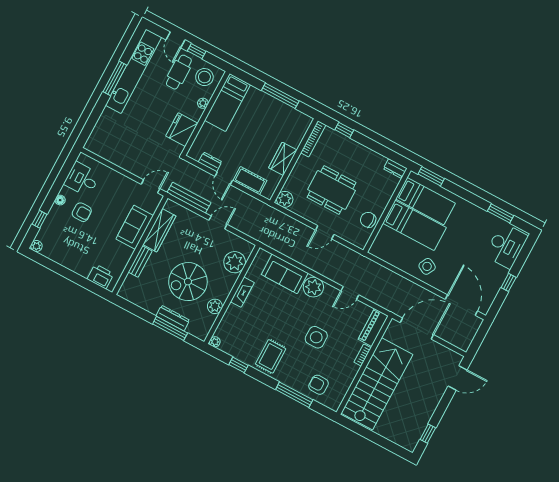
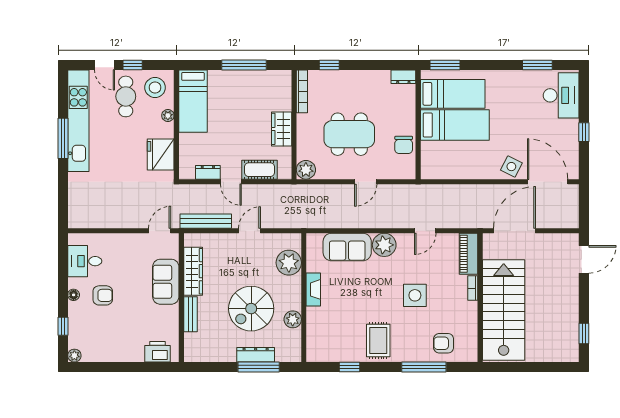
chair: (368, 220) -> (404, 145), turned -90
side table: (427, 266) -> (511, 167), moved
plant: (215, 342) -> (312, 356), removed

